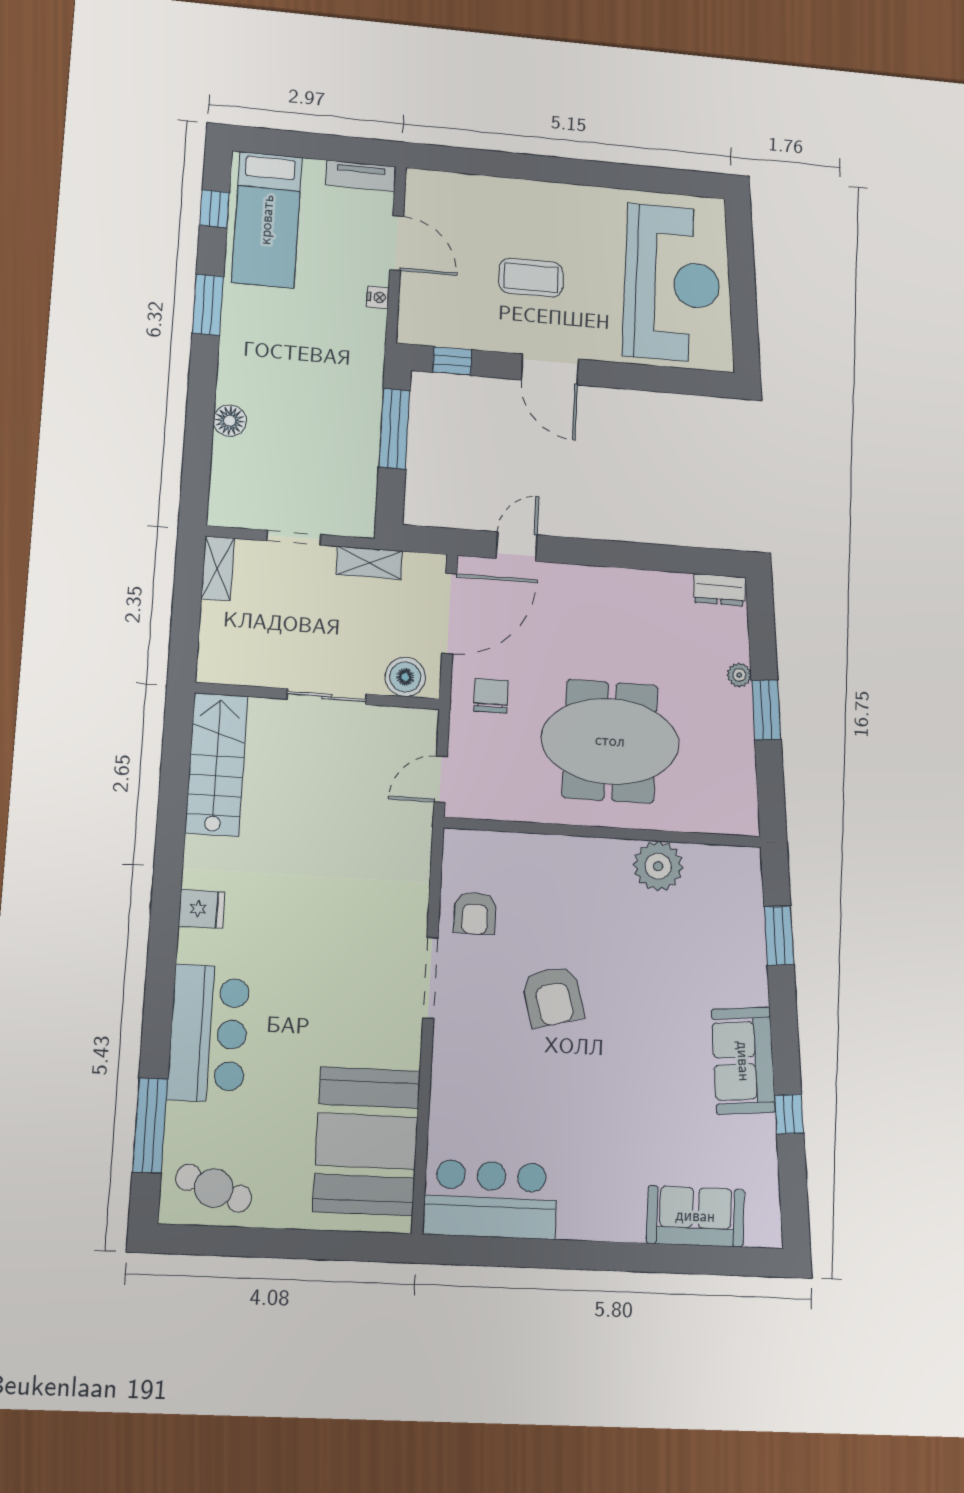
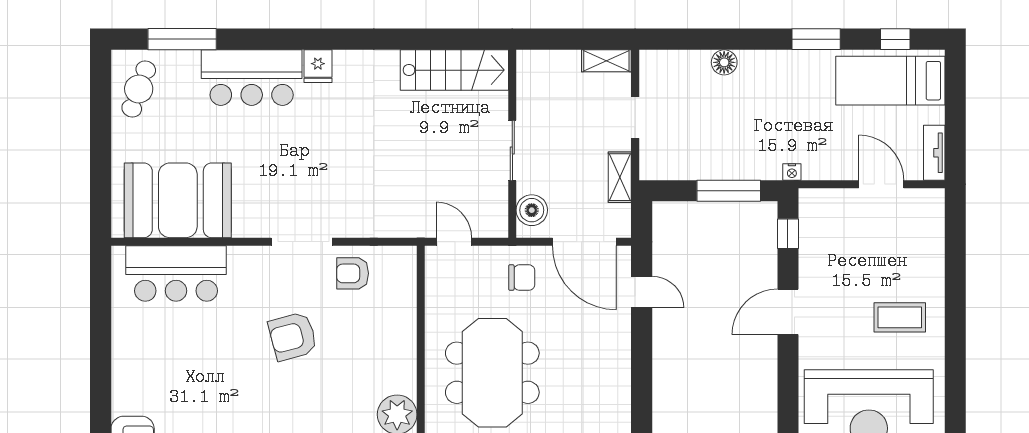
door: (397, 243) -> (881, 184), swing flipped
coffee table: (531, 278) -> (900, 317), moved, turned 90
nightstand: (378, 297) -> (792, 172), moved
fridge: (202, 909) -> (318, 66), moved
bar counter: (490, 1199) -> (176, 273), moved, turned 90

